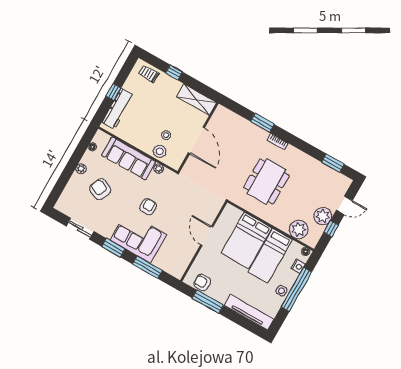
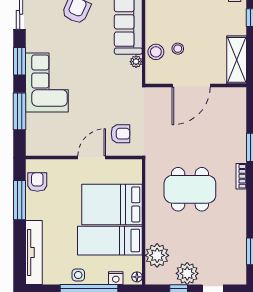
armchair: (148, 207) -> (120, 134), moved

